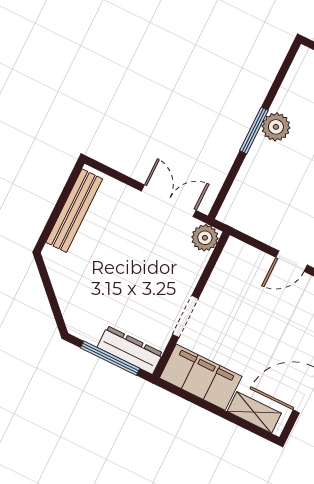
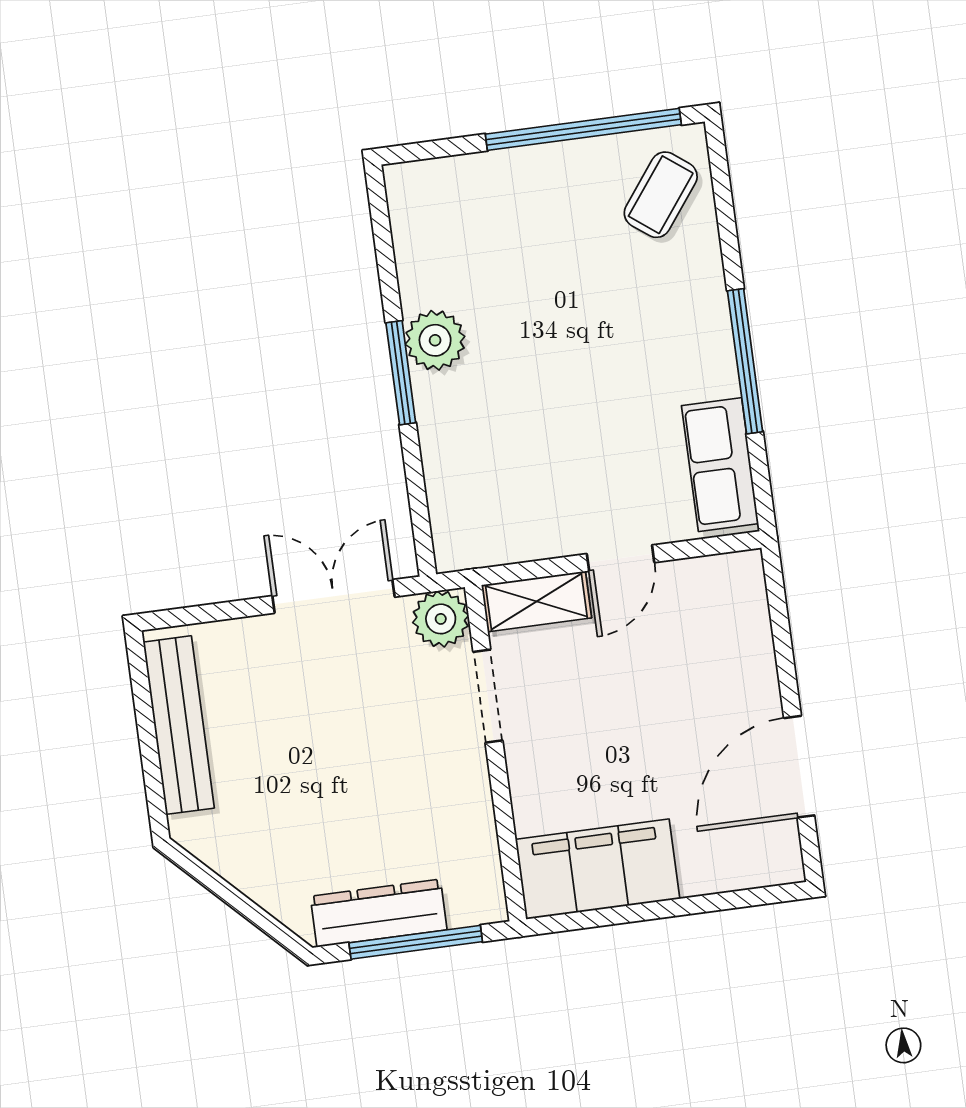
doorway: (185, 316) -> (488, 696), moved
dresser: (130, 350) -> (379, 913), moved
shelving: (254, 412) -> (536, 601), moved

